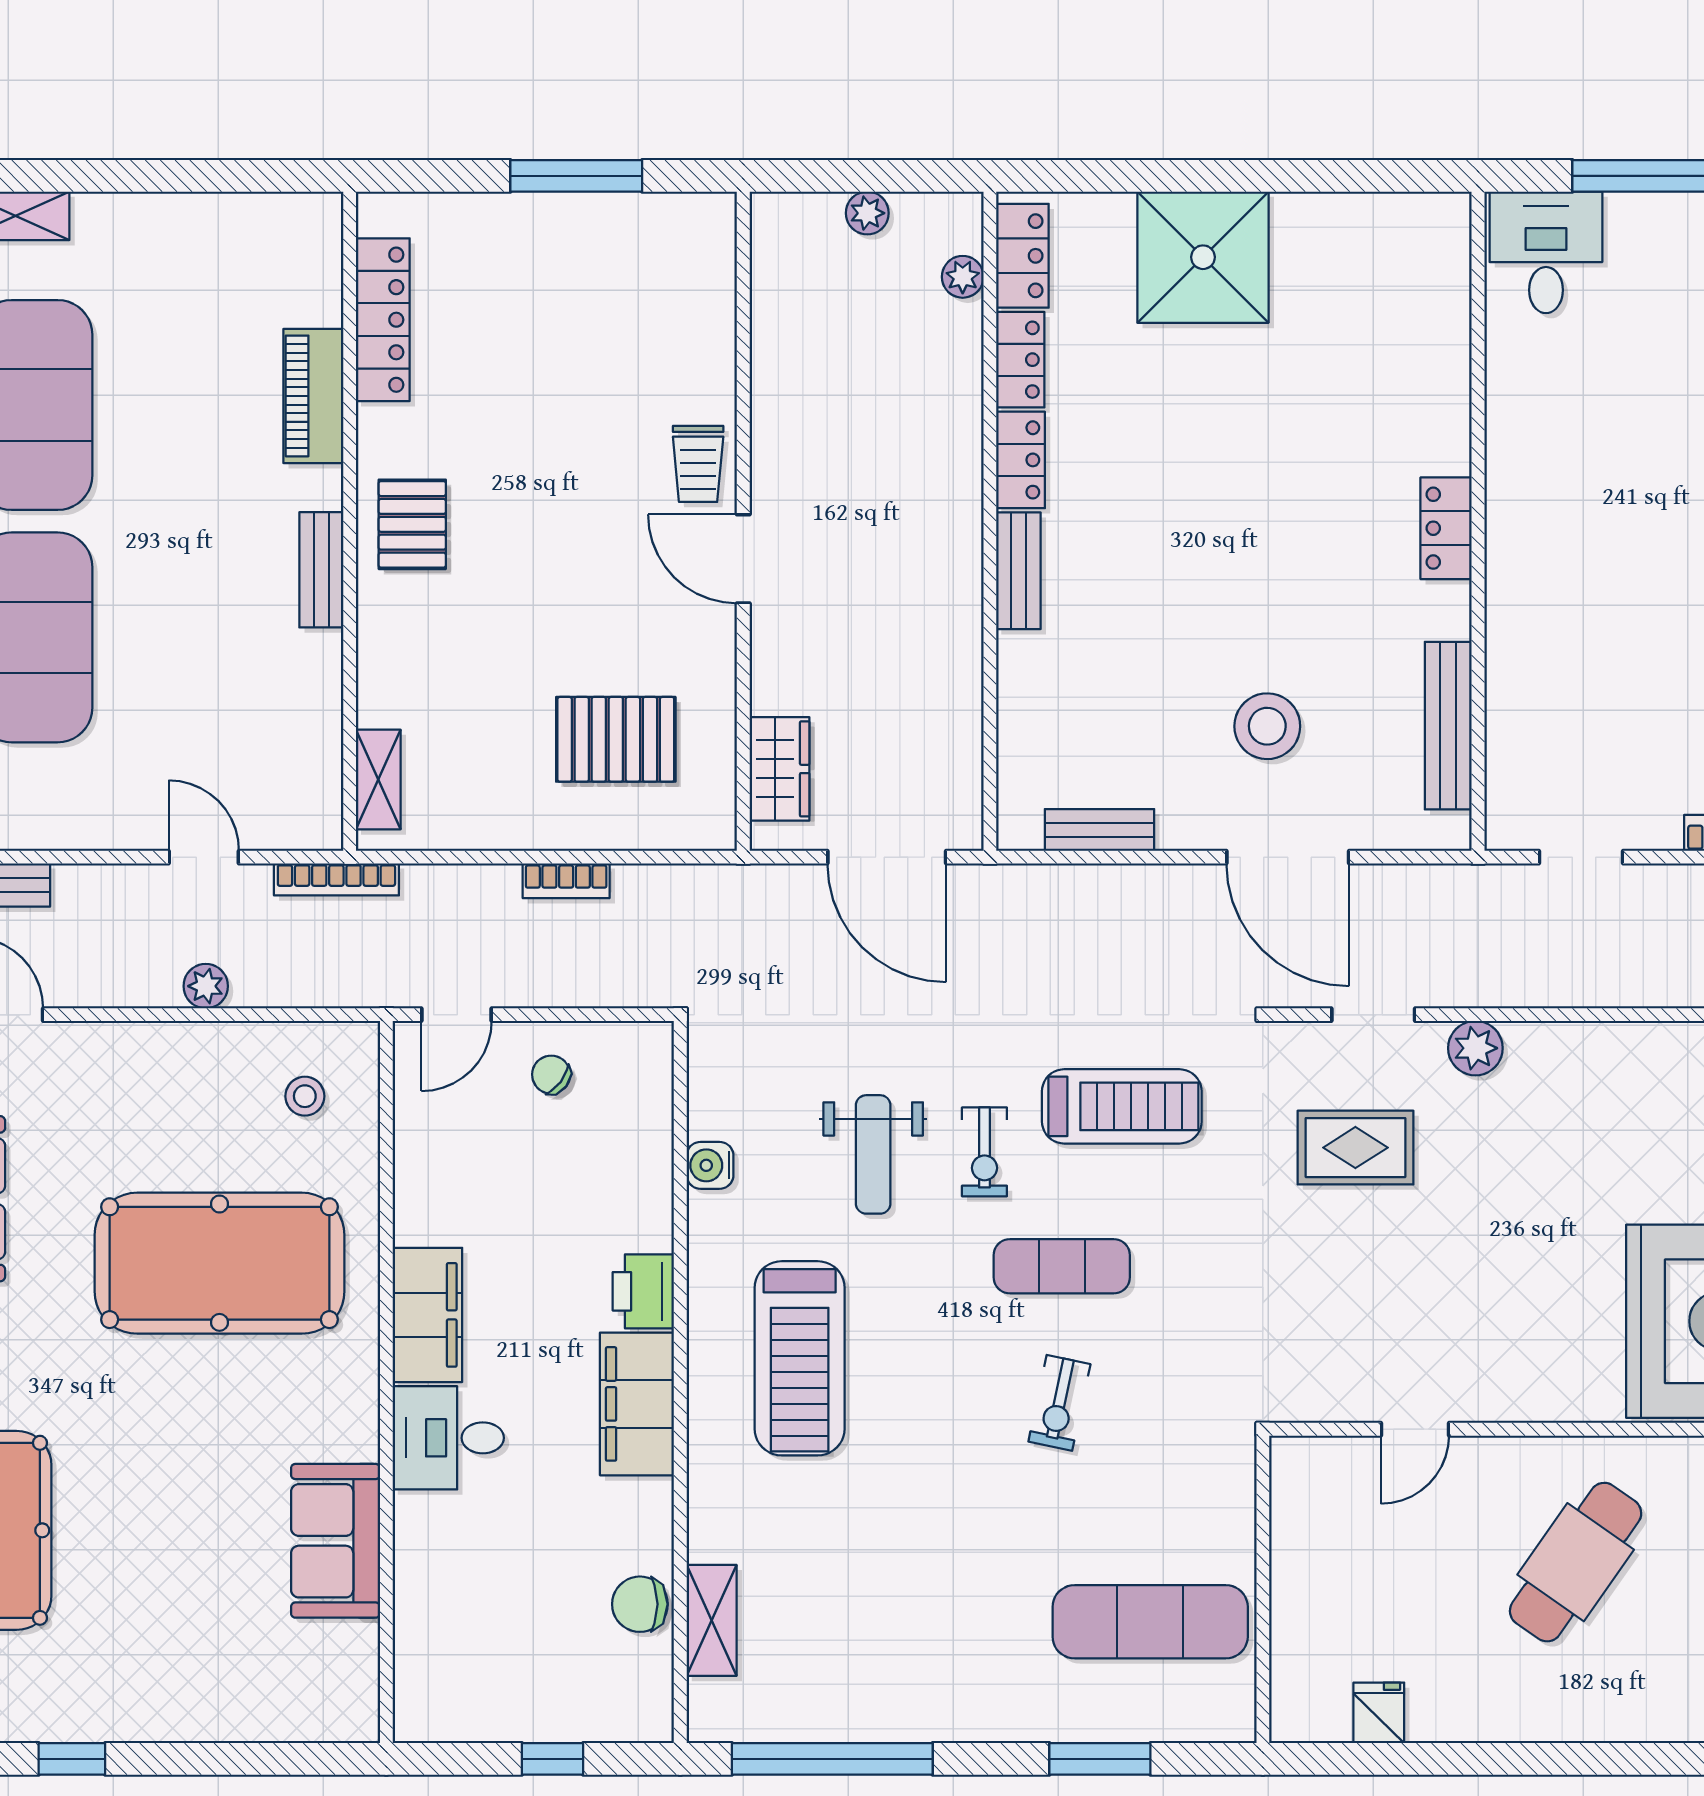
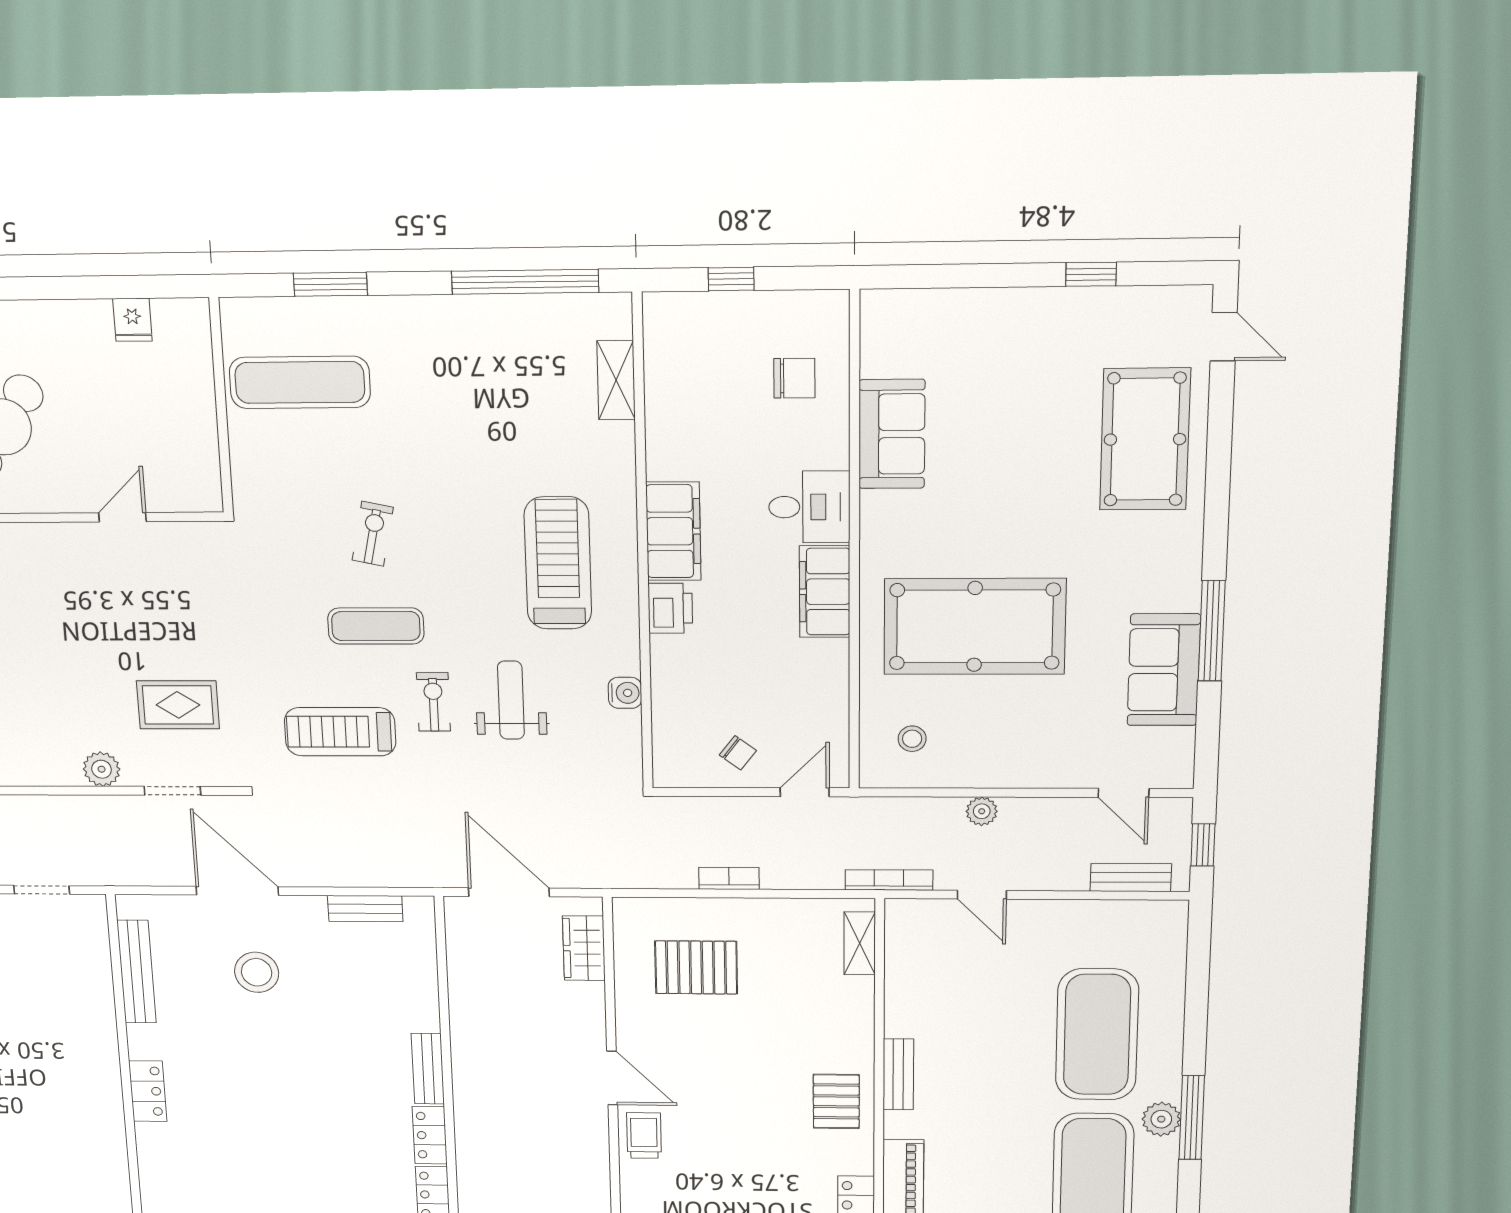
chair: (640, 1604) -> (794, 378), moved

